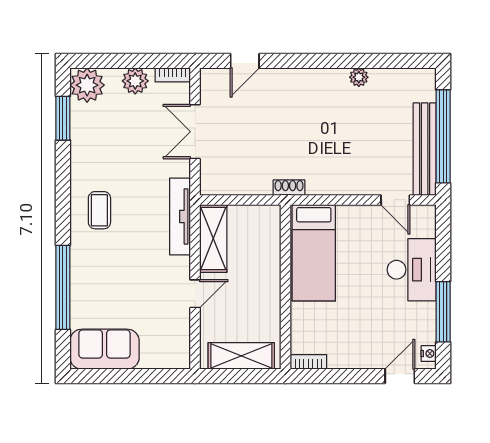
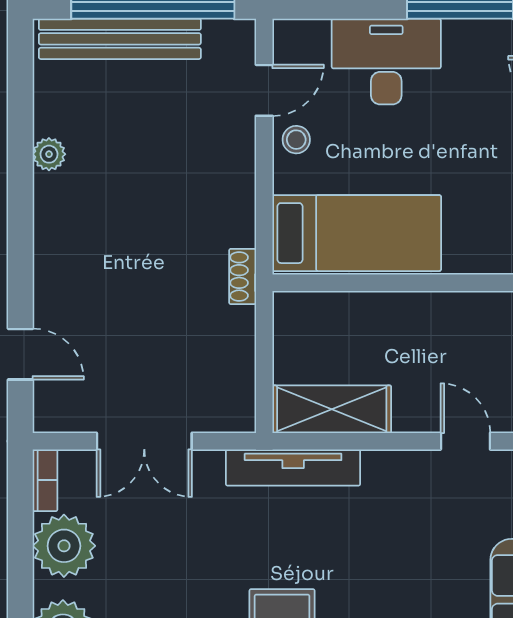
plant: (135, 81) -> (64, 546), width x1.36, depth x1.36
bench: (425, 149) -> (120, 39), moved
stool: (367, 218) -> (296, 140), added
door: (195, 294) -> (465, 441), moved

